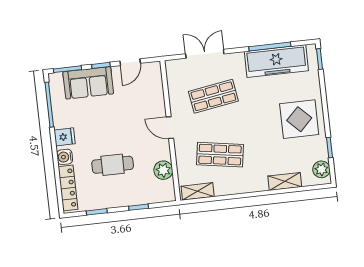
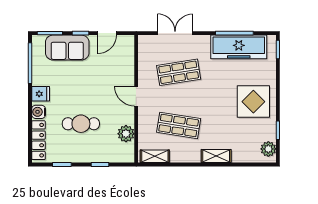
shelving: (285, 181) -> (216, 156), moved

